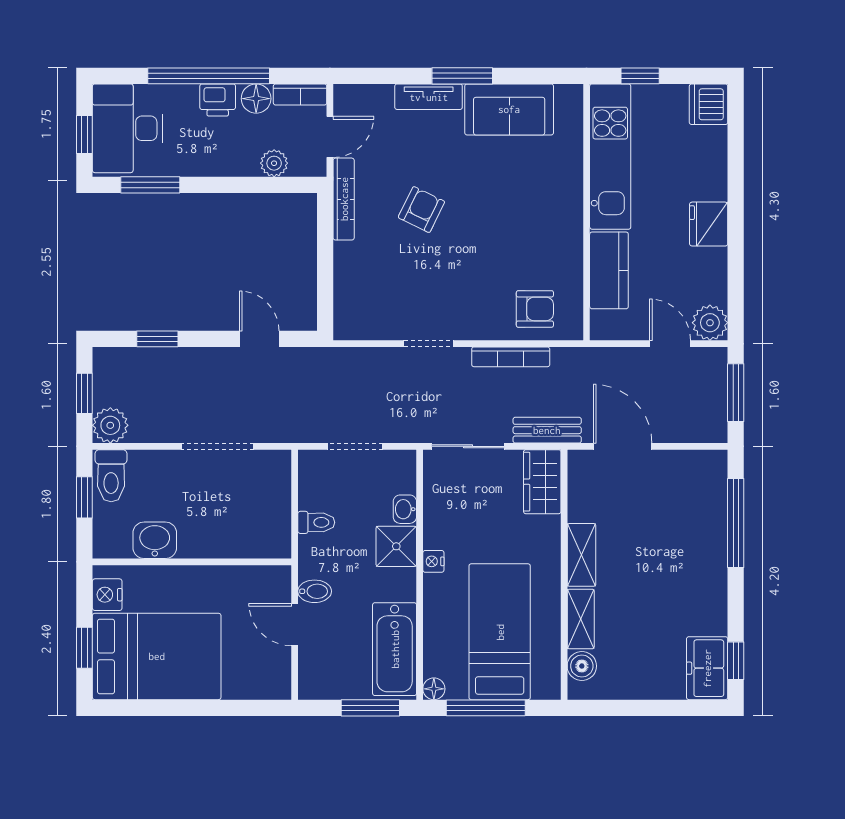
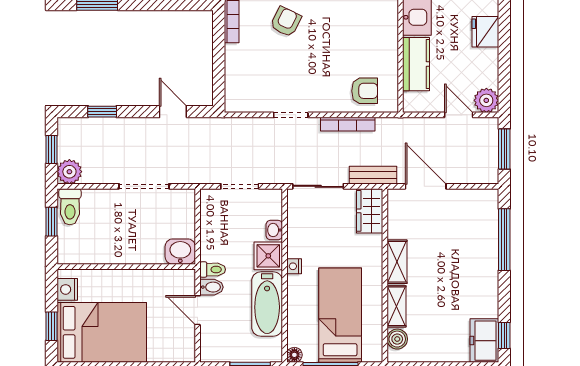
toilet: (316, 522) -> (213, 270), moved
washbasin: (155, 540) -> (180, 252), moved
bathtub: (395, 649) -> (267, 304), moved

